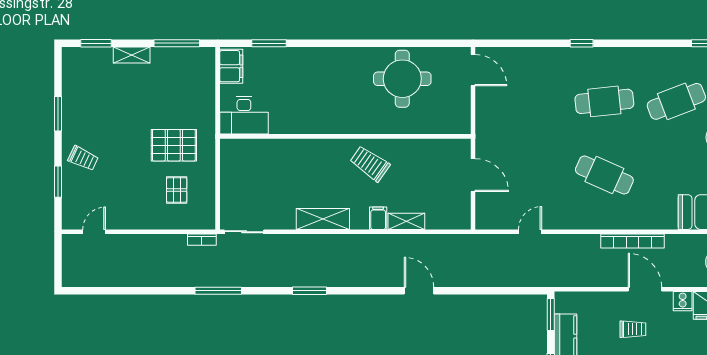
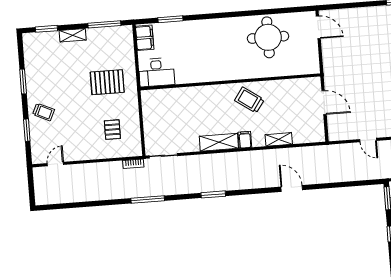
pallet: (174, 145) -> (107, 82), moved
filing cabinet: (378, 218) -> (245, 140), moved
door: (530, 232) -> (368, 140), swing flipped

